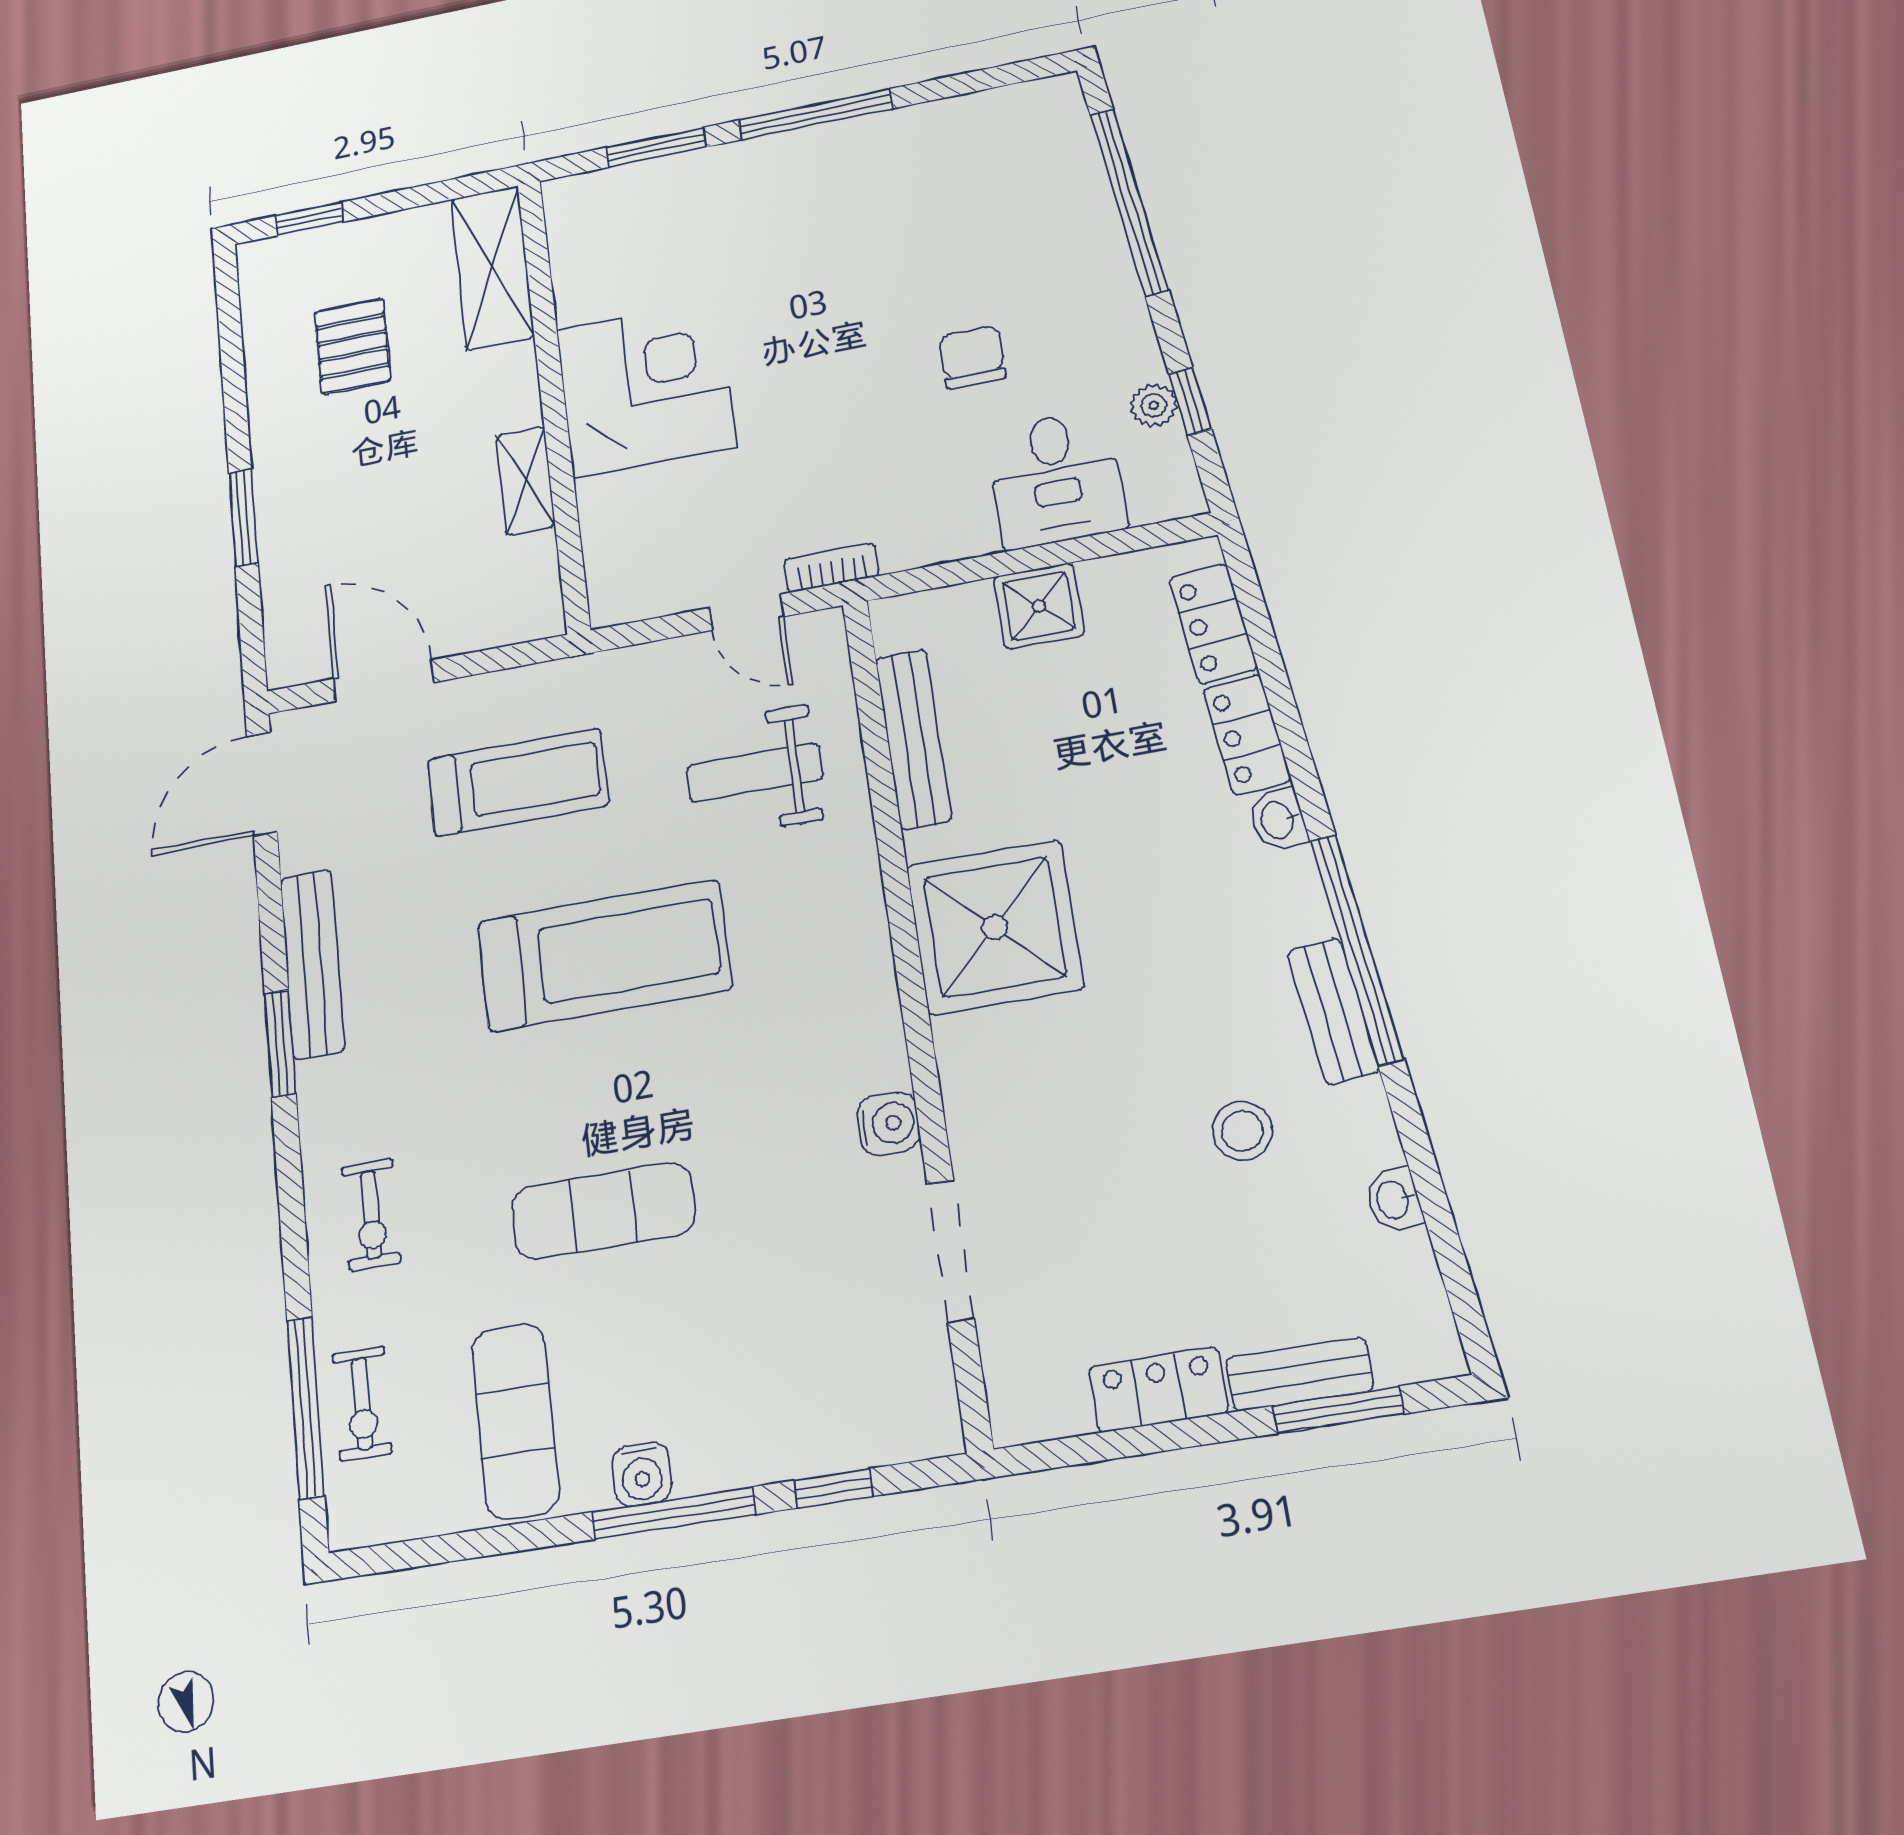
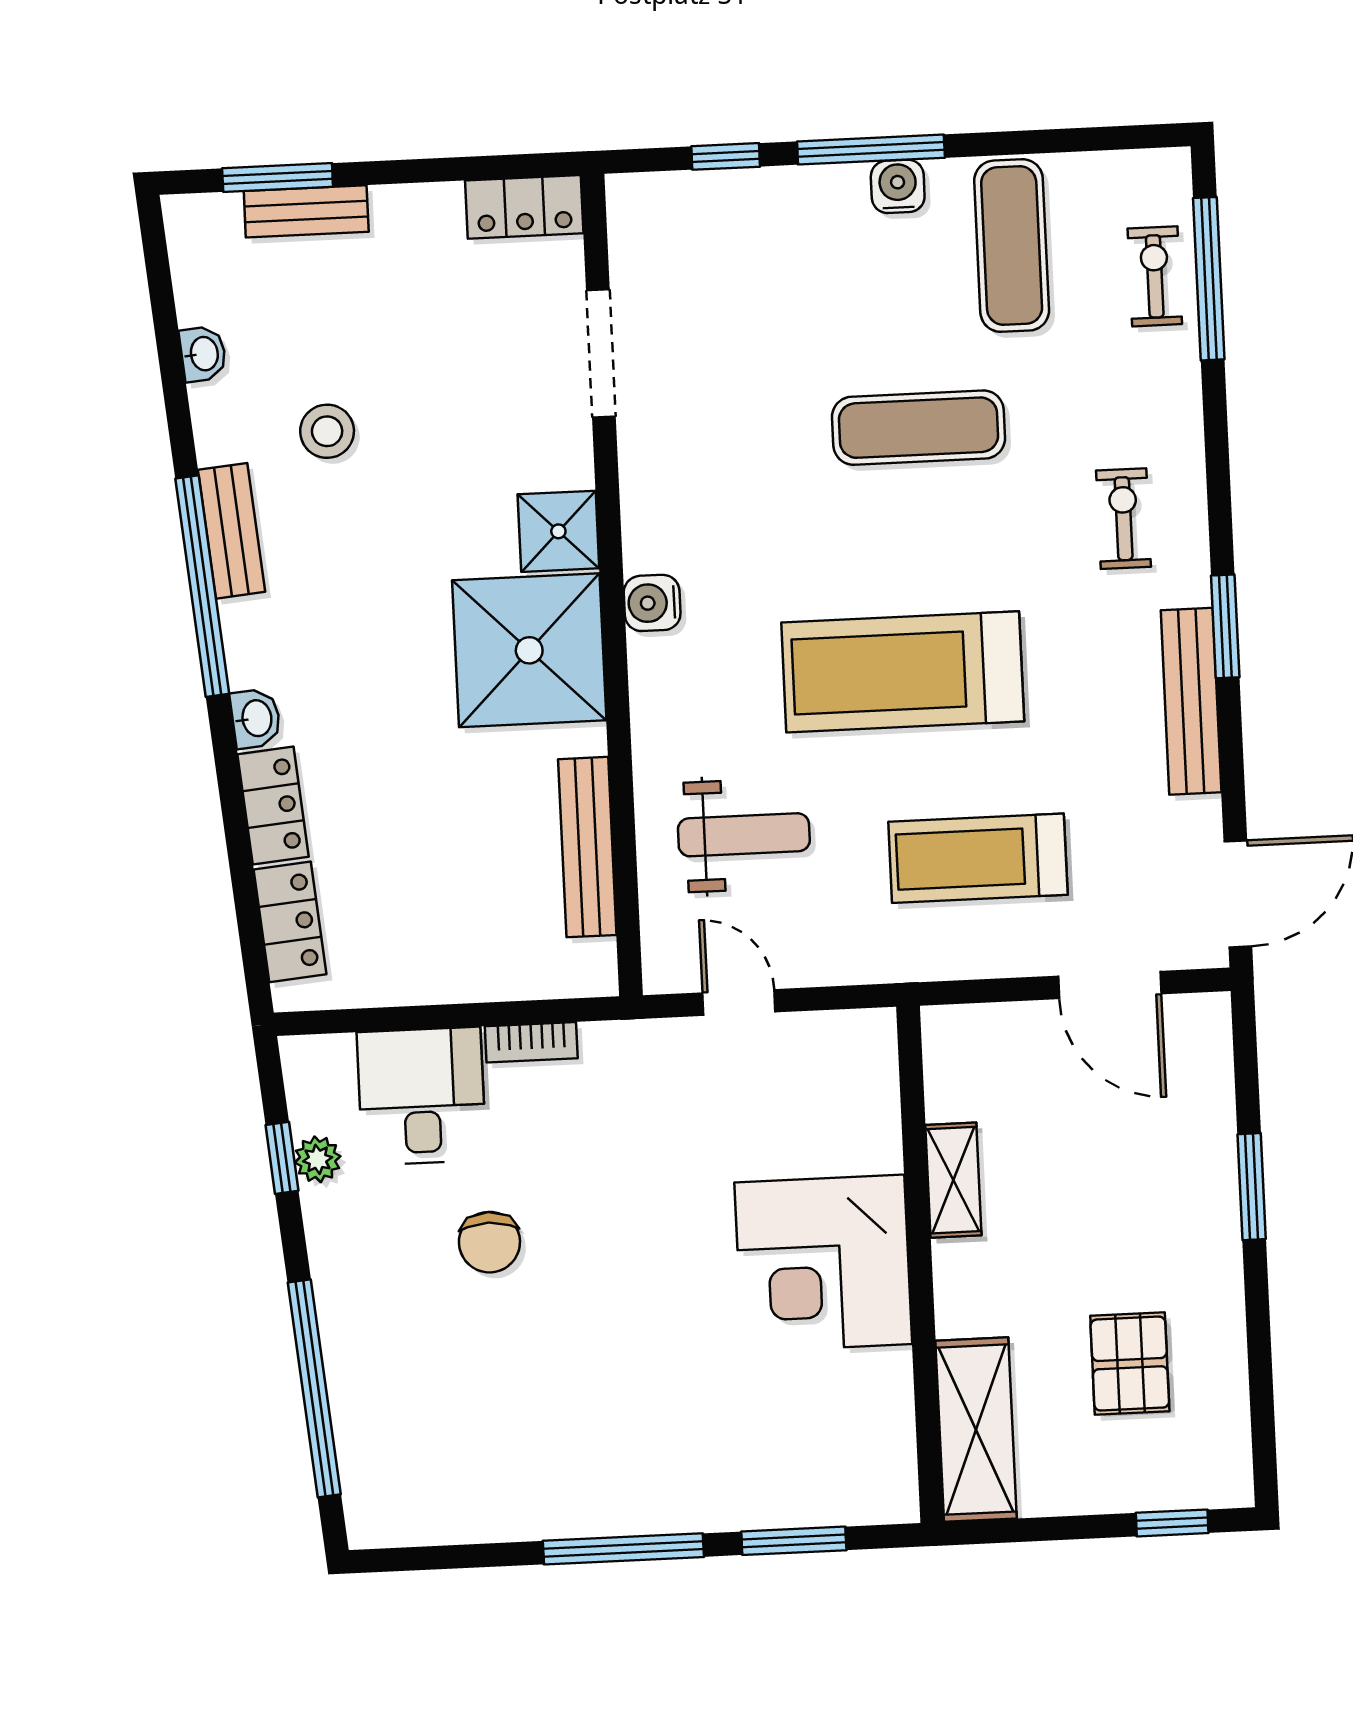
bookcase: (831, 568) -> (531, 1042), moved
shower: (1039, 606) -> (558, 531), moved
water cooler: (889, 1124) -> (652, 603), moved
exercise bike: (371, 1215) -> (1124, 519), moved
locker: (1158, 1390) -> (524, 207), moved

